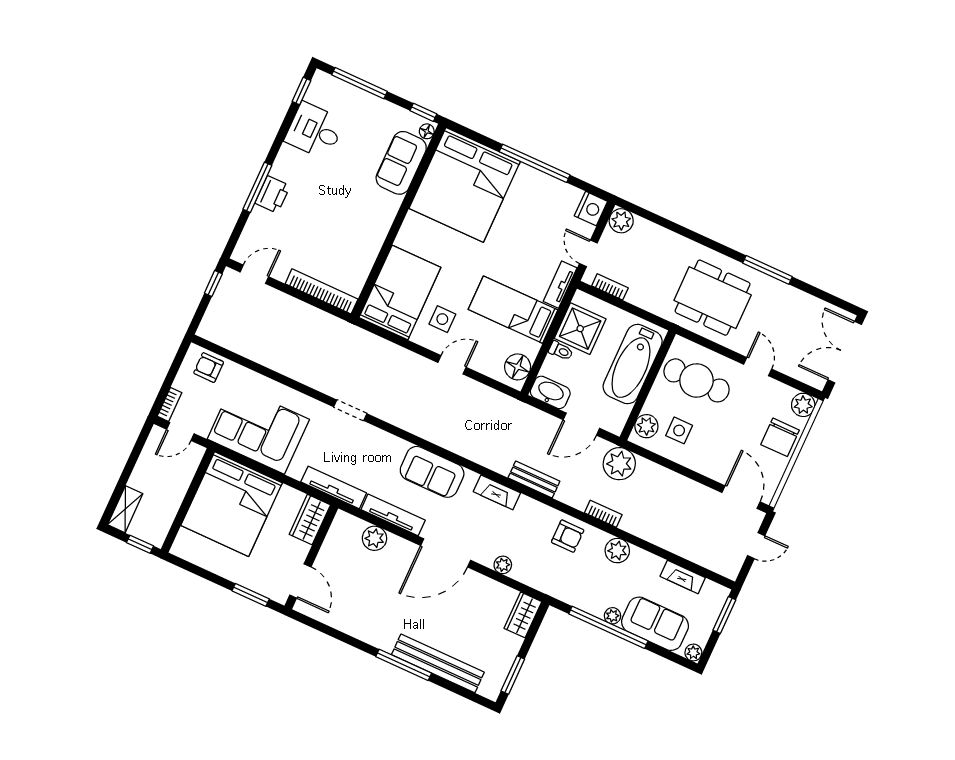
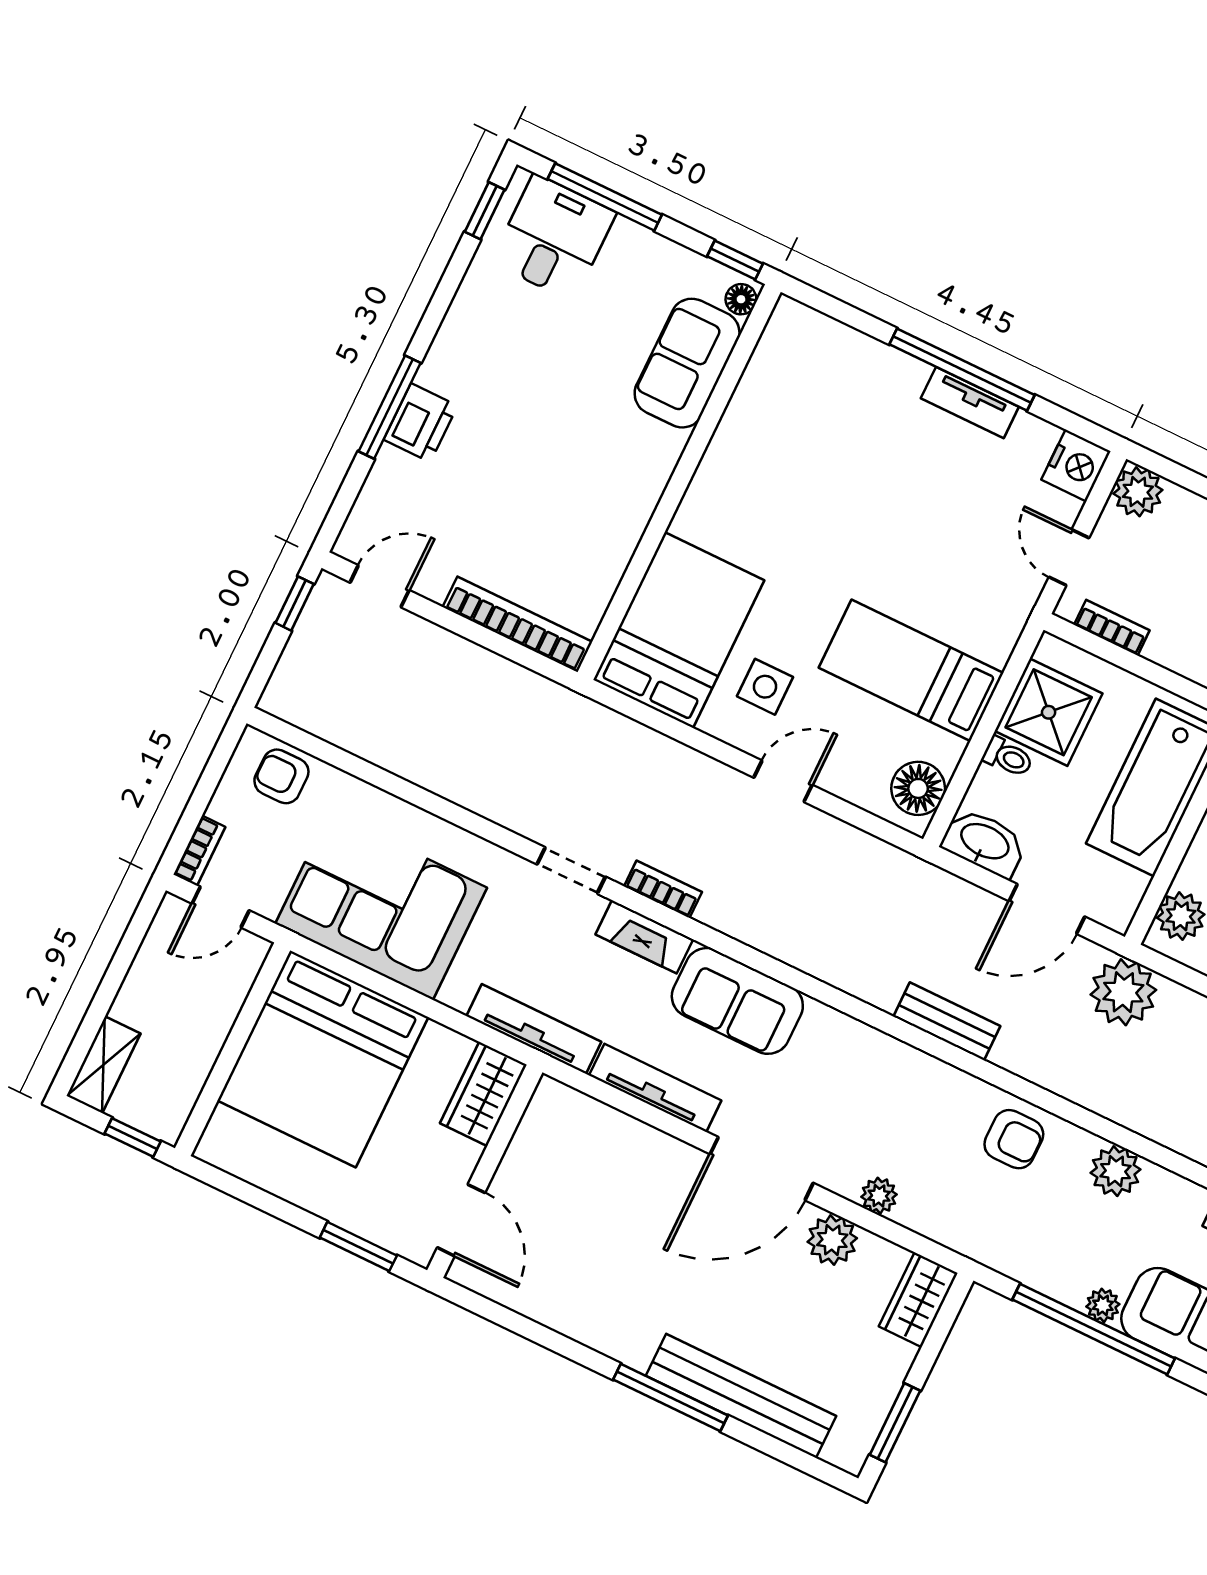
desk: (315, 131) -> (554, 237), moved, turned 90
bed: (465, 185) -> (817, 411), removed
tv unit: (560, 285) -> (970, 403), moved, turned -90
fireplace: (497, 492) -> (644, 937), moved
bookcase: (603, 514) -> (663, 889), moved
plant: (374, 538) -> (832, 1240), moved

